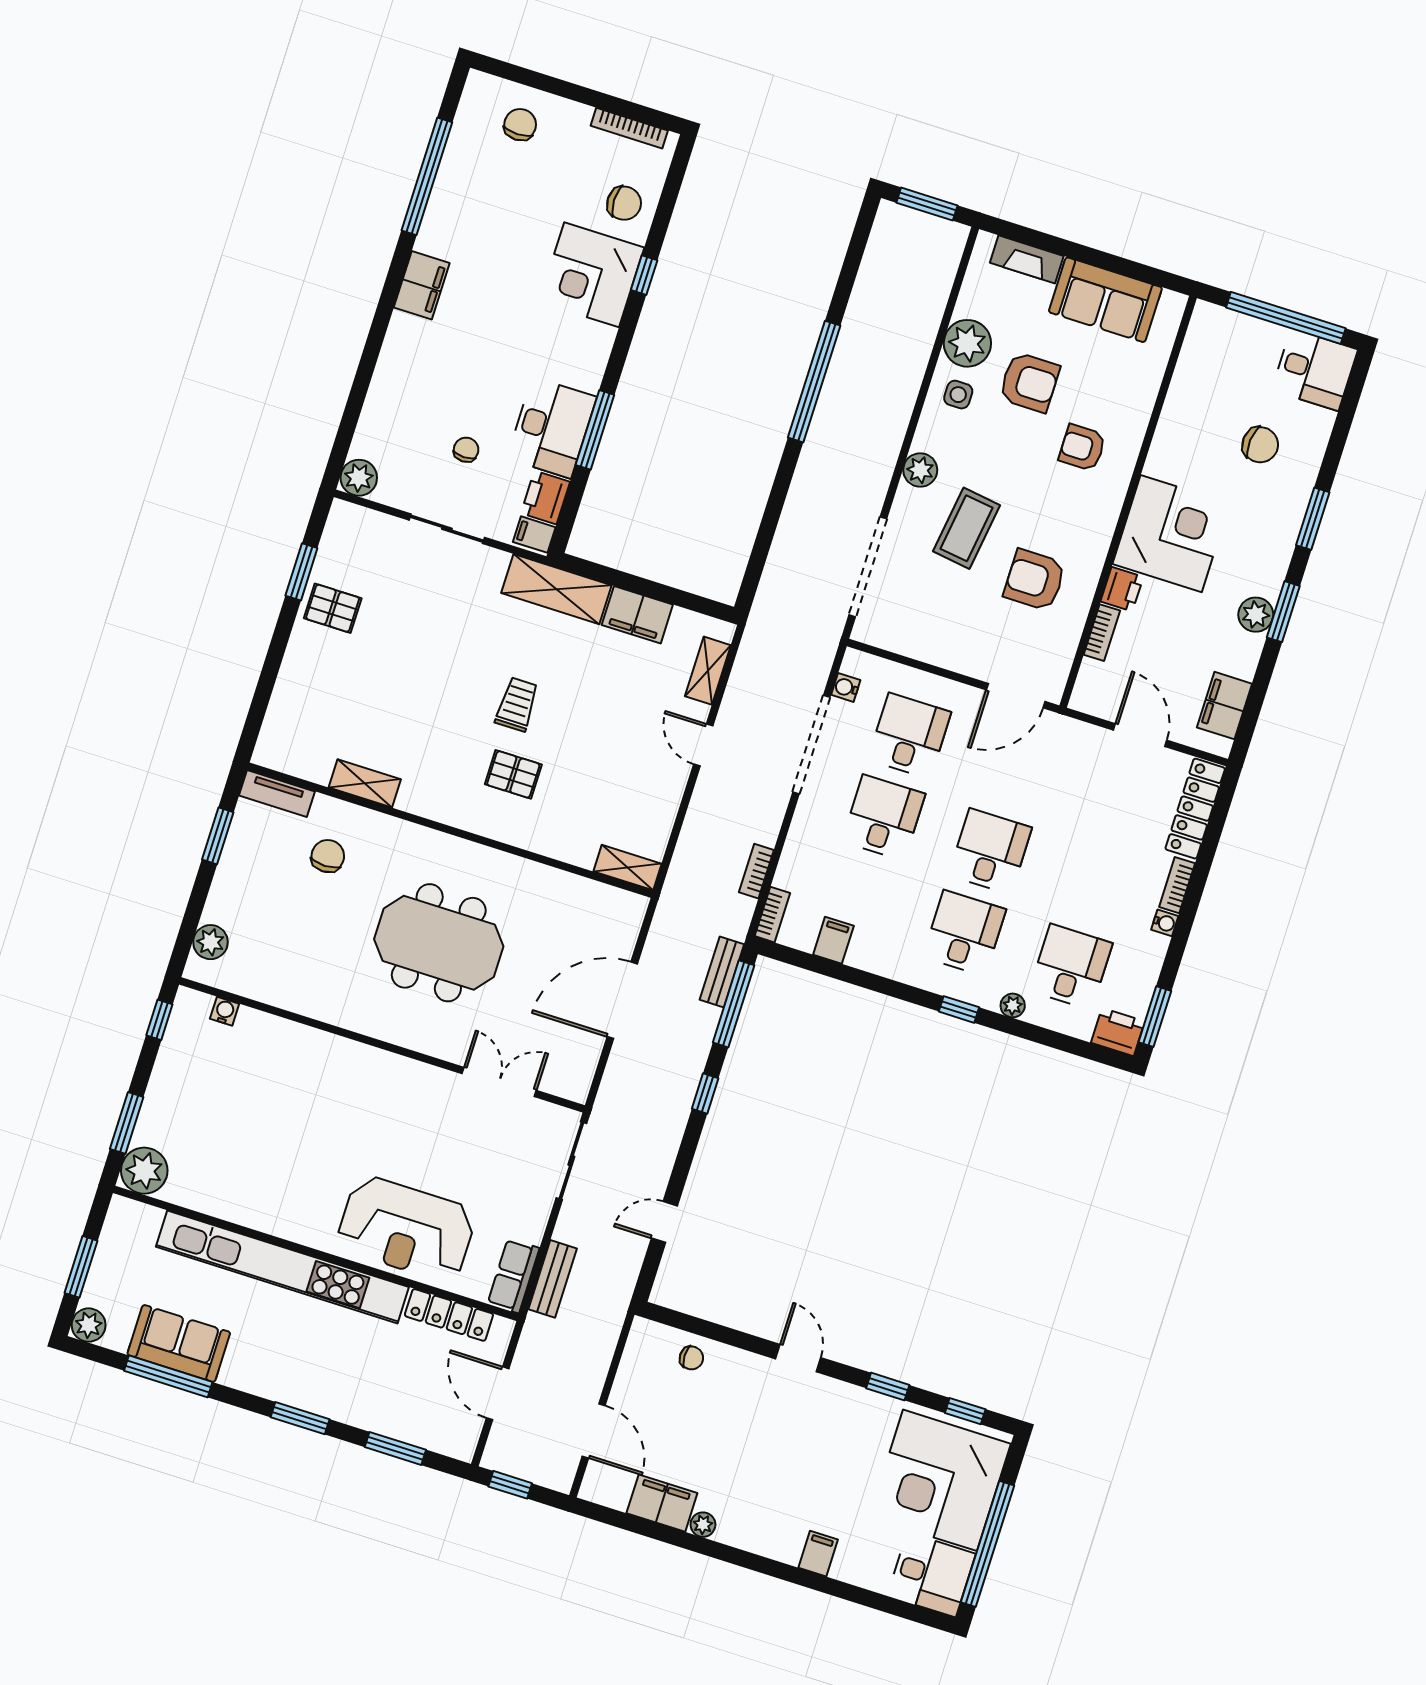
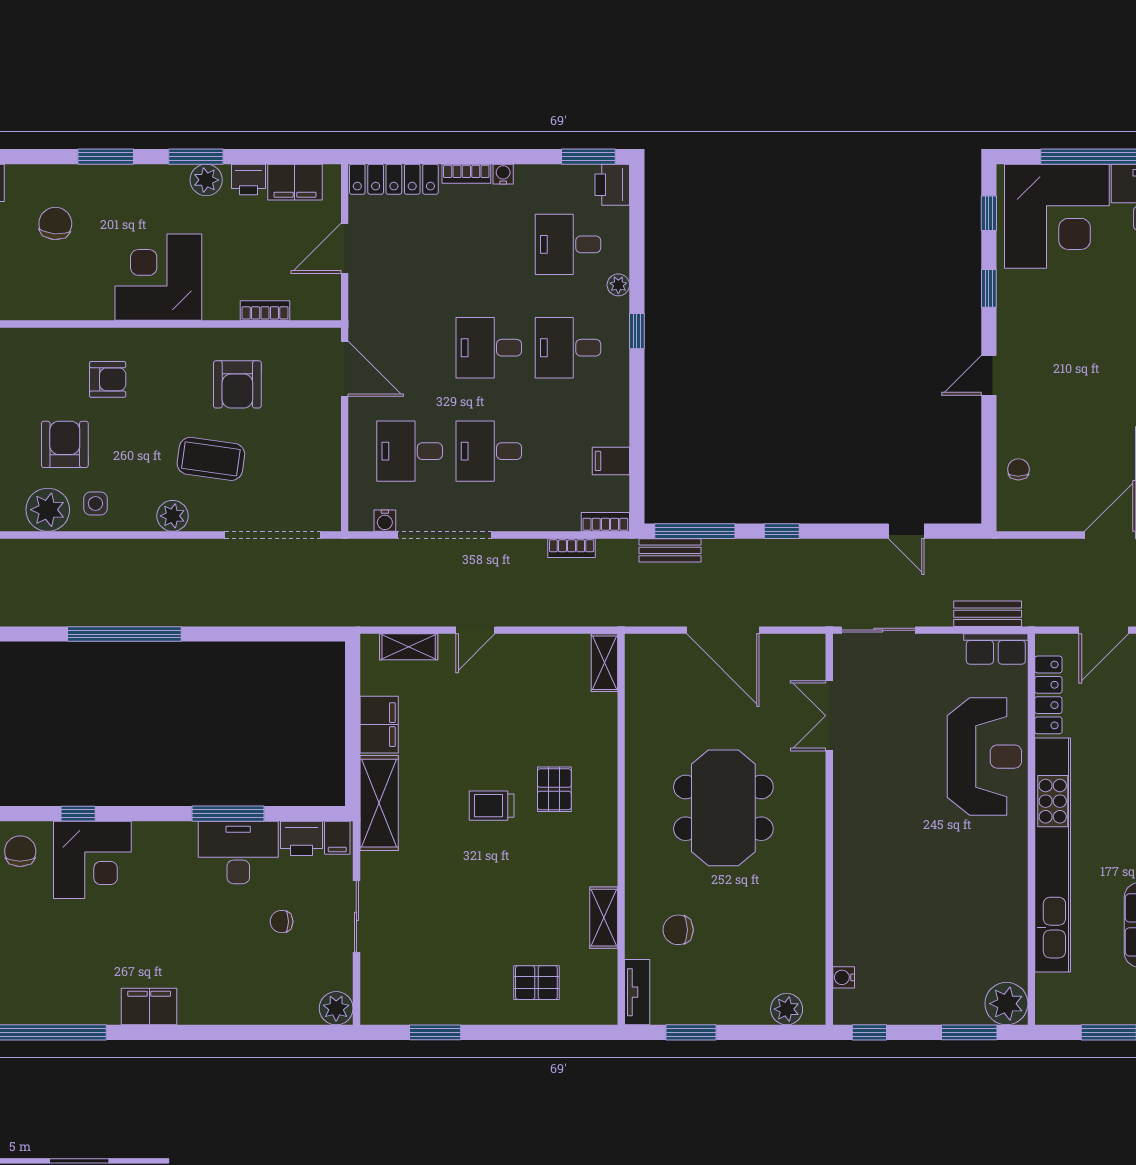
armchair: (1082, 448) -> (108, 379), turned -90
printer: (1122, 589) -> (248, 179), moved, turned 180
pallet: (333, 608) -> (536, 983), moved, turned 90

